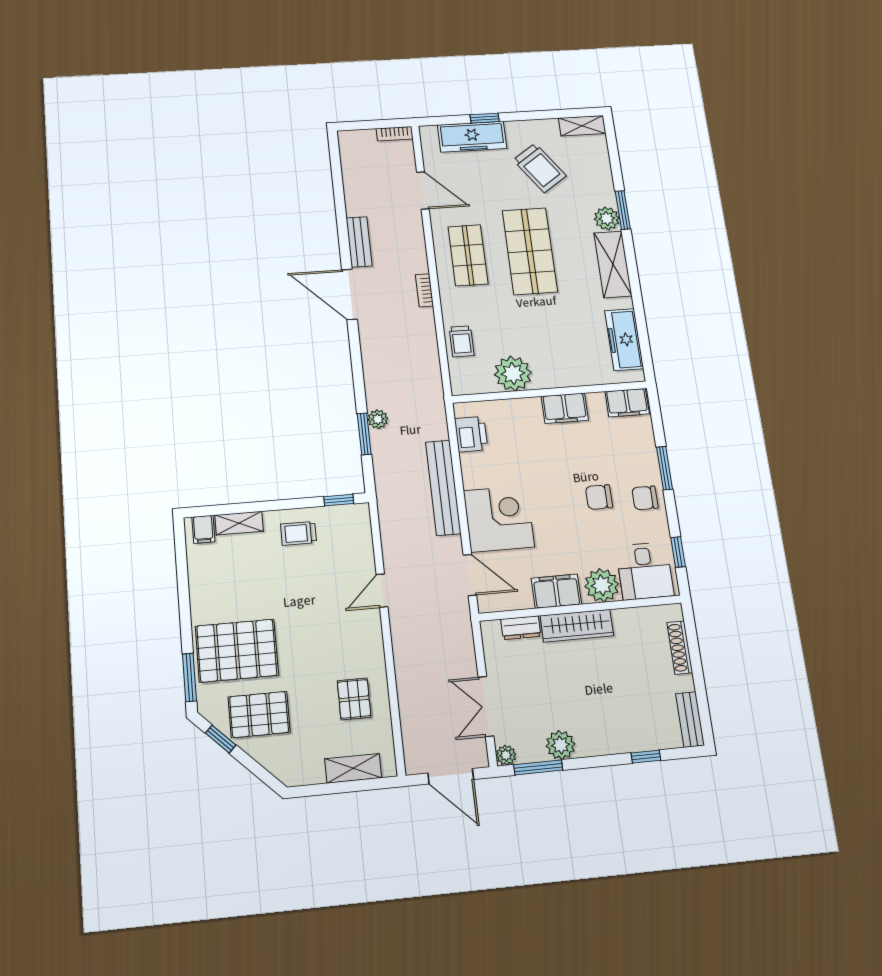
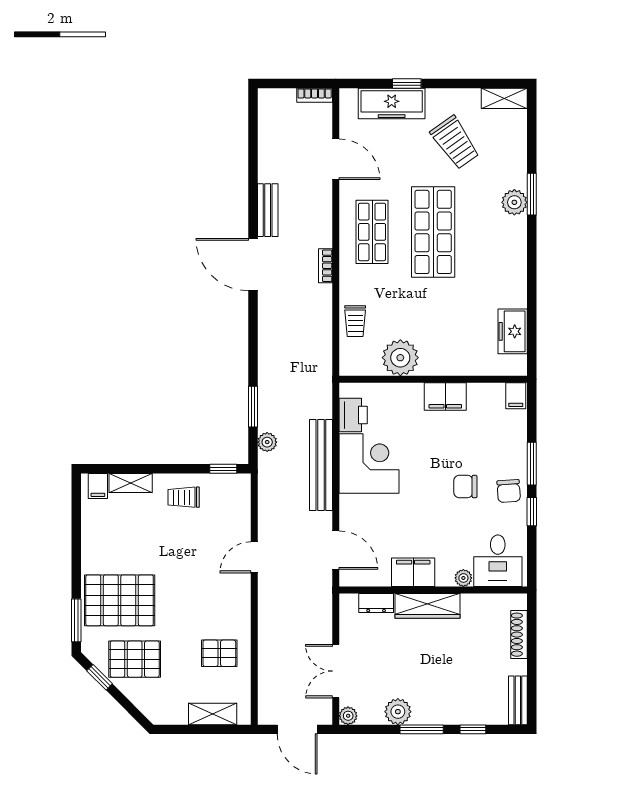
shelving: (613, 264) -> (513, 252), removed
freezer: (624, 340) -> (513, 331), width x0.71
filing cabinet: (627, 403) -> (516, 396), width x0.50
plant: (378, 419) -> (267, 442), moved
chair: (645, 498) -> (509, 491), turned -94
corner desk: (499, 519) -> (369, 464), moved
window: (678, 552) -> (532, 512), moved
plant: (602, 585) -> (463, 578), width x0.53, depth x0.53
pallet: (354, 699) -> (219, 653), turned 90
window: (538, 767) -> (422, 729), moved

